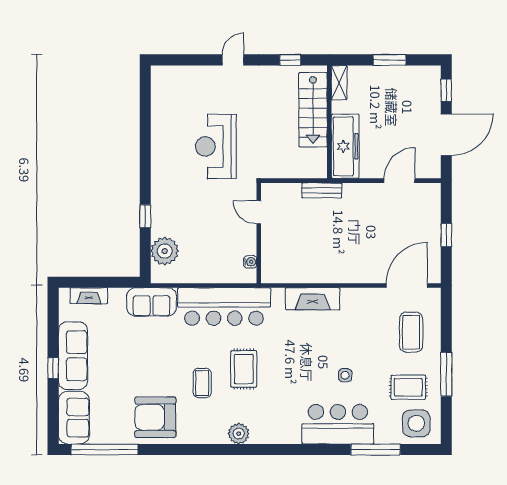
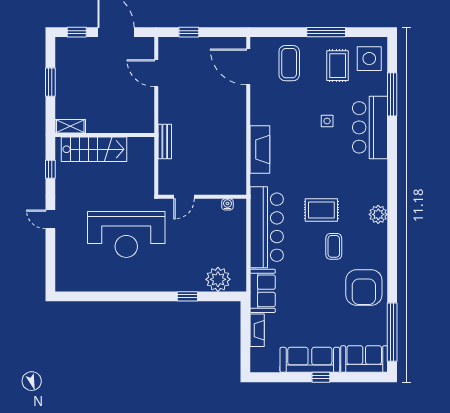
reception desk: (216, 146) -> (126, 234), width x1.36, depth x1.30
freezer: (345, 146) -> (126, 121), removed
window: (446, 235) -> (189, 32), moved
fireplace: (89, 296) -> (257, 330), moved
coffee table: (411, 332) -> (289, 63), turned 90
coffee table: (202, 383) -> (334, 246), turned 90

